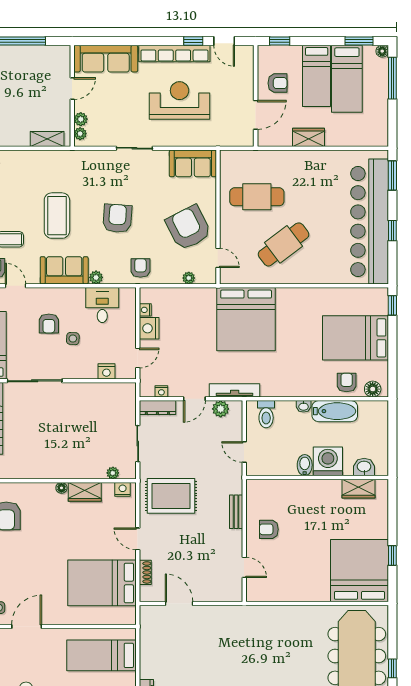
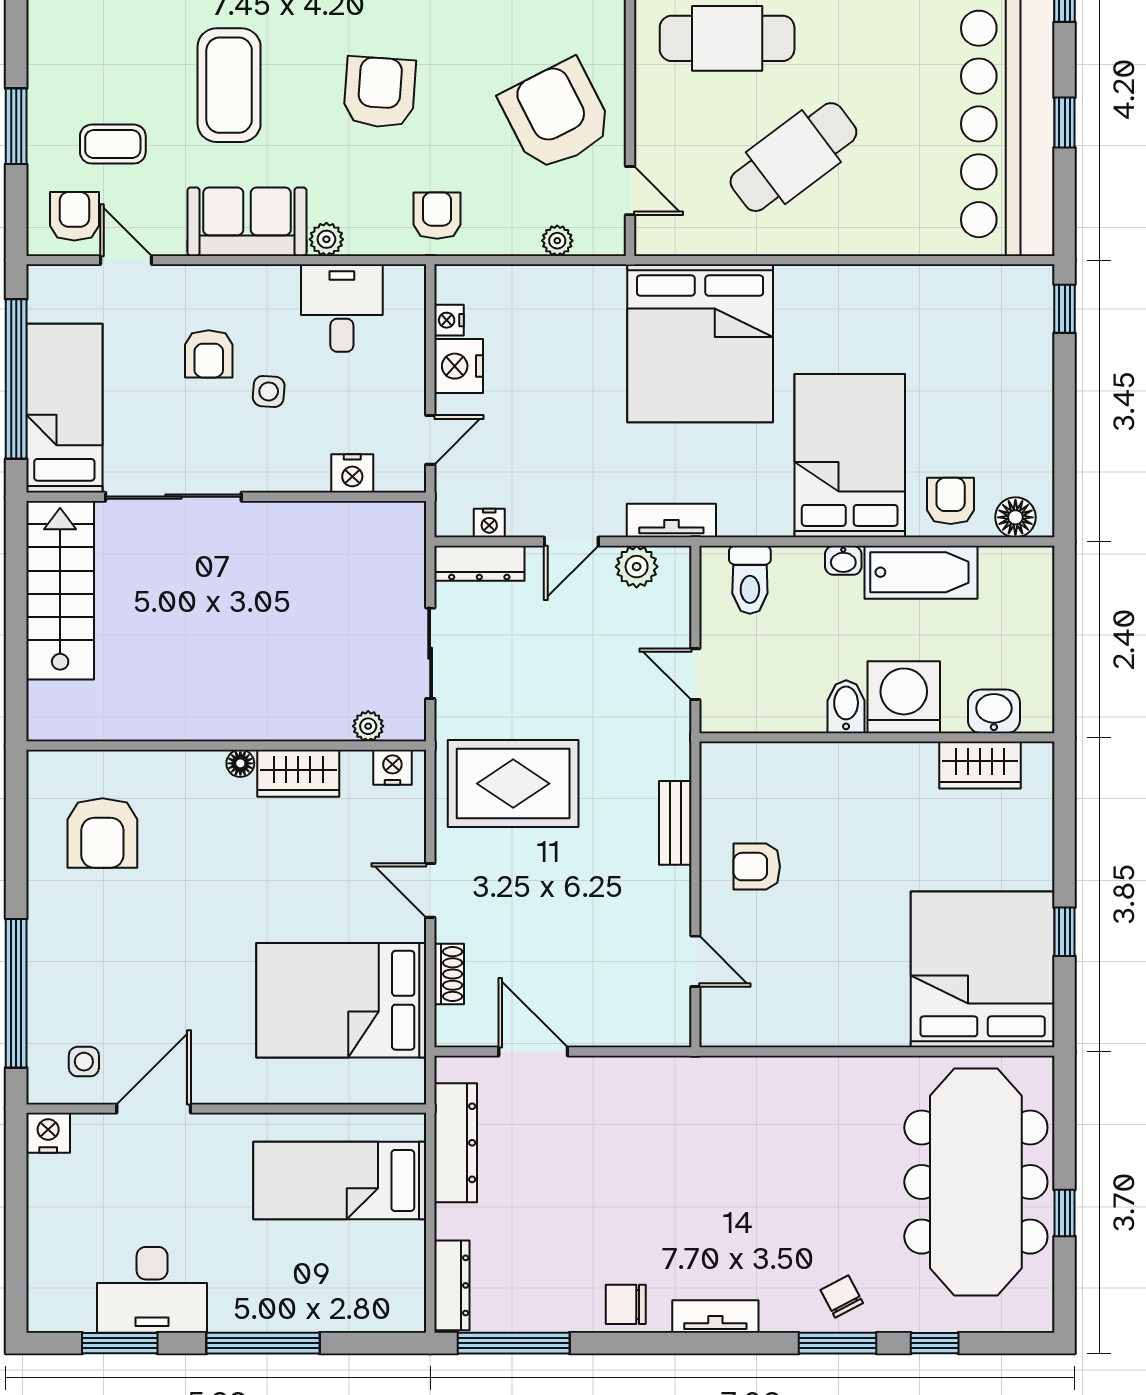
bed: (355, 338) -> (850, 456), moved, turned 90
tv unit: (235, 390) -> (671, 521), width x0.71
dresser: (148, 640) -> (456, 1143), added

